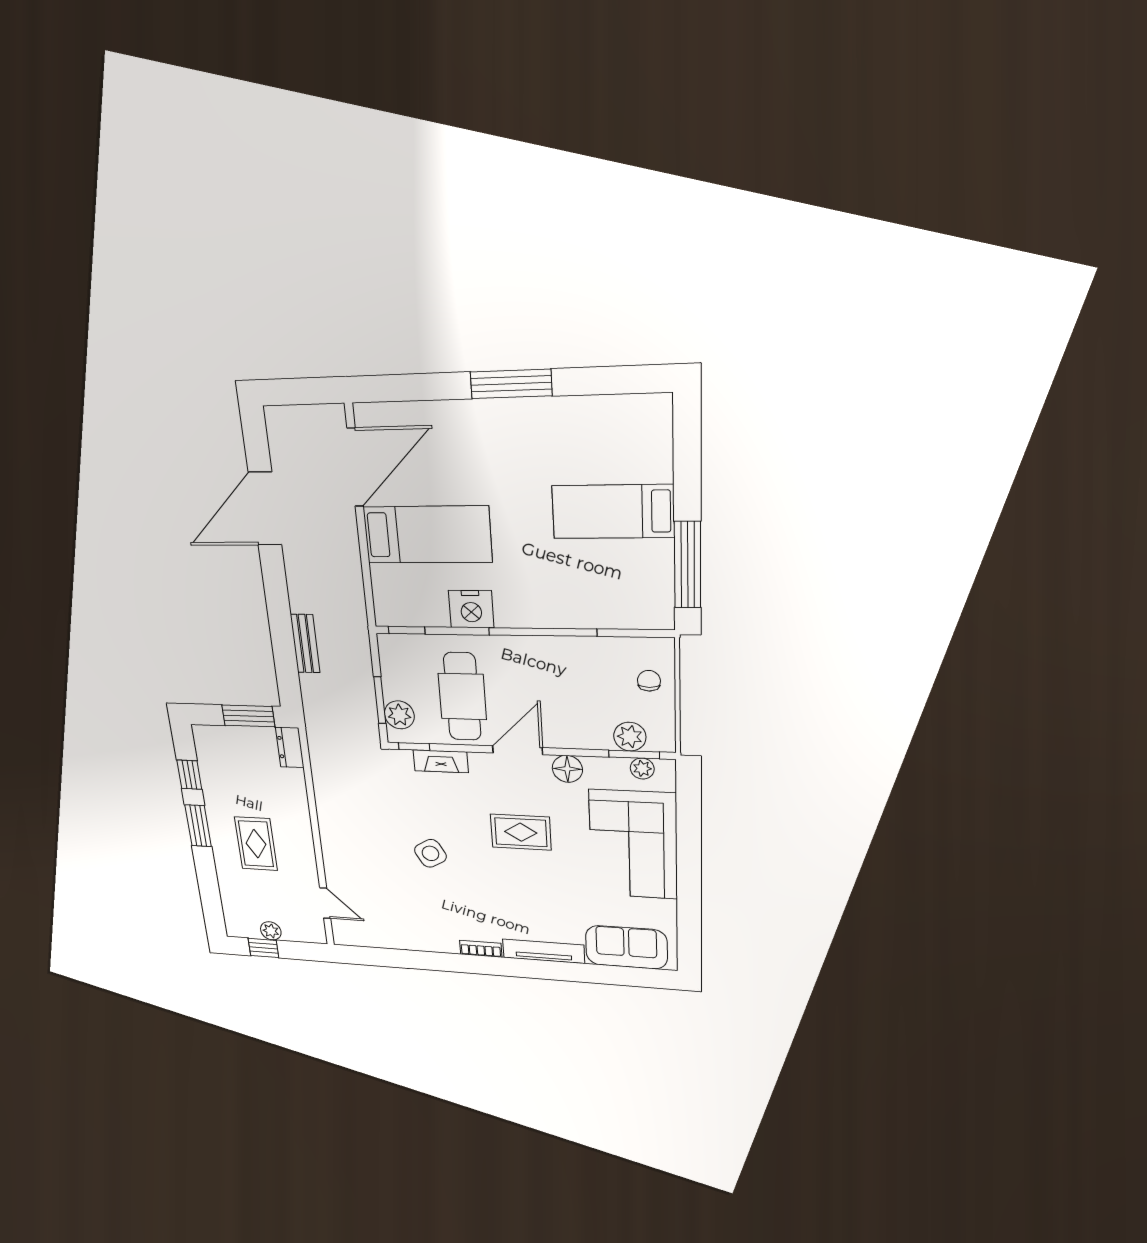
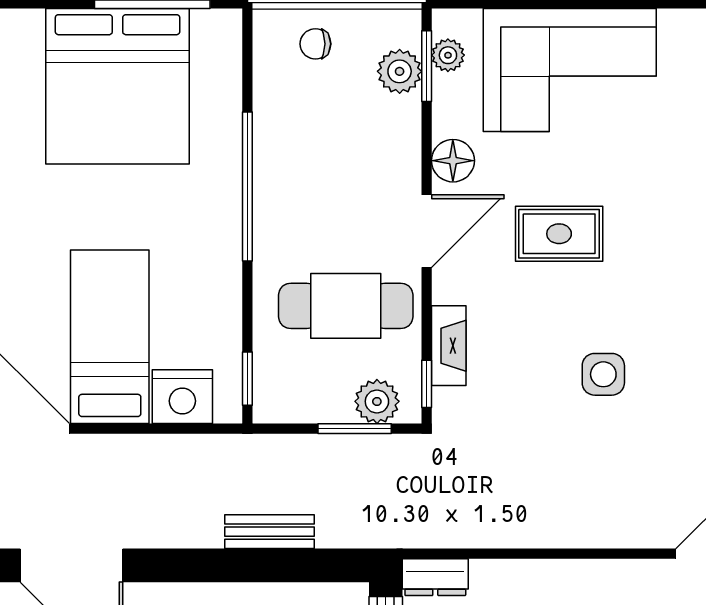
bed: (613, 512) -> (118, 86), width x2.04
nightstand: (471, 609) -> (182, 397), moved, turned 90
door: (518, 750) -> (427, 231), swing flipped
rug: (521, 832) -> (559, 234), turned 90
side table: (430, 853) -> (603, 374), turned 30

